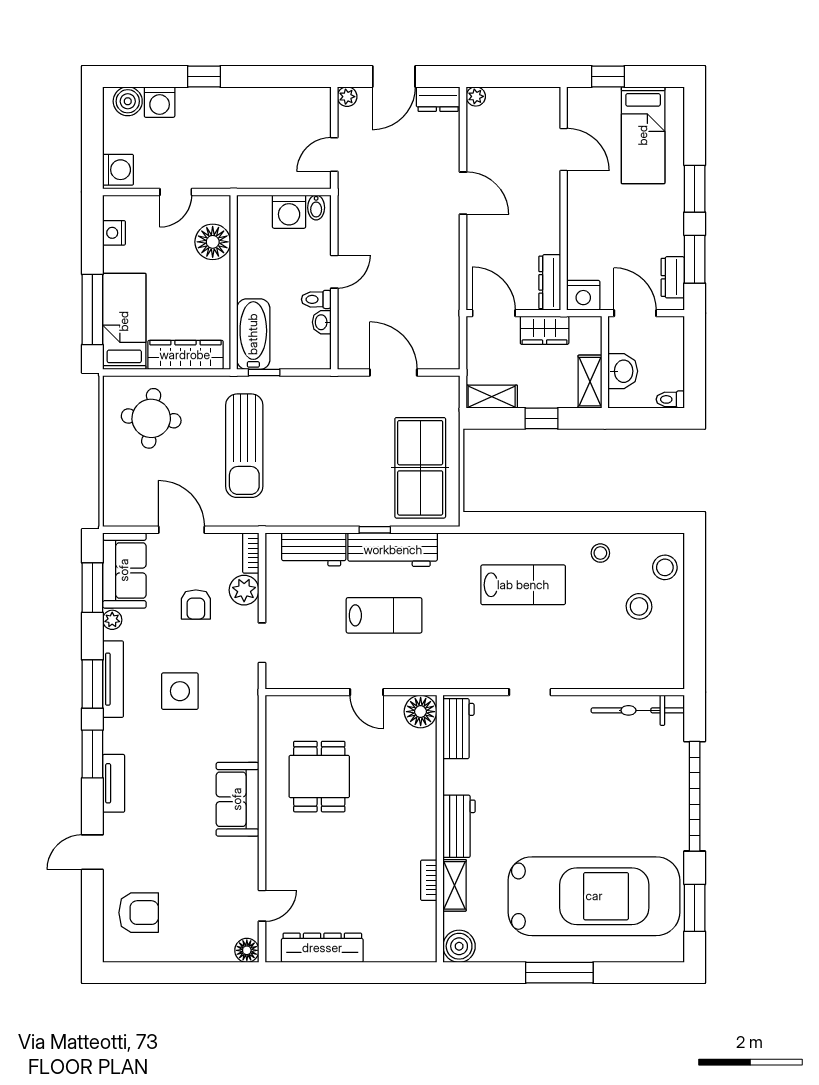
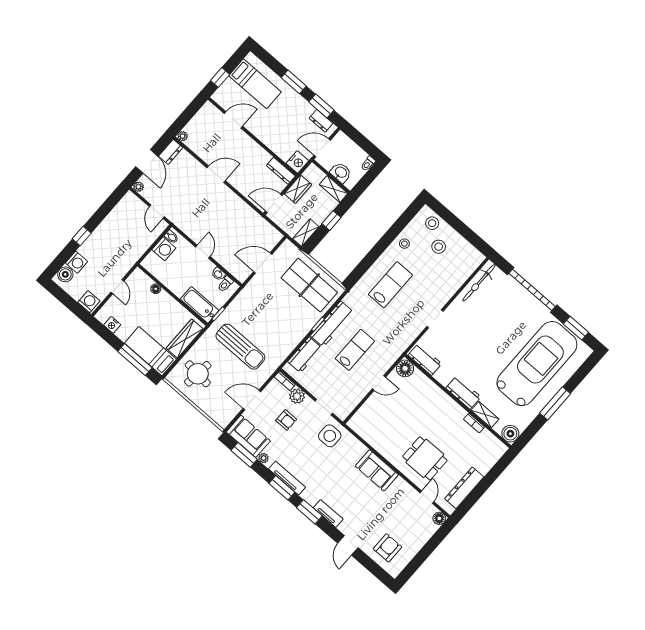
floor lamp: (213, 242) -> (156, 289), width x0.53, depth x0.53
toilet: (316, 299) -> (225, 284), moved
side table: (180, 691) -> (330, 436), moved
dining table: (319, 777) -> (425, 458), moved

